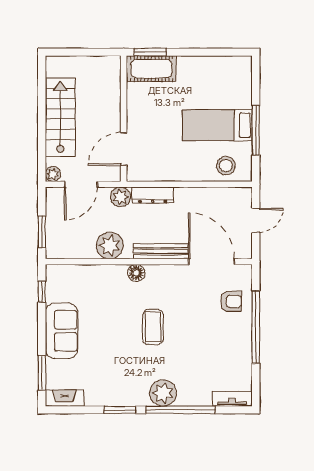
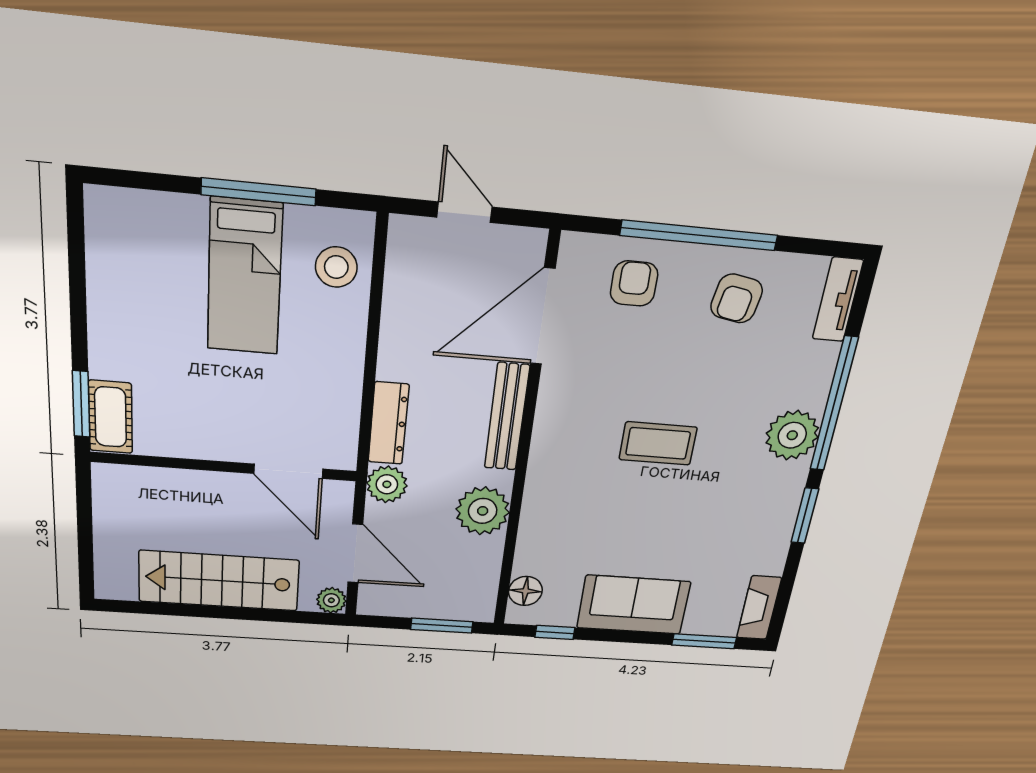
cot: (151, 69) -> (111, 417), width x0.73, depth x0.75
floor lamp: (136, 273) -> (525, 591), moved
armchair: (228, 351) -> (737, 298), added

